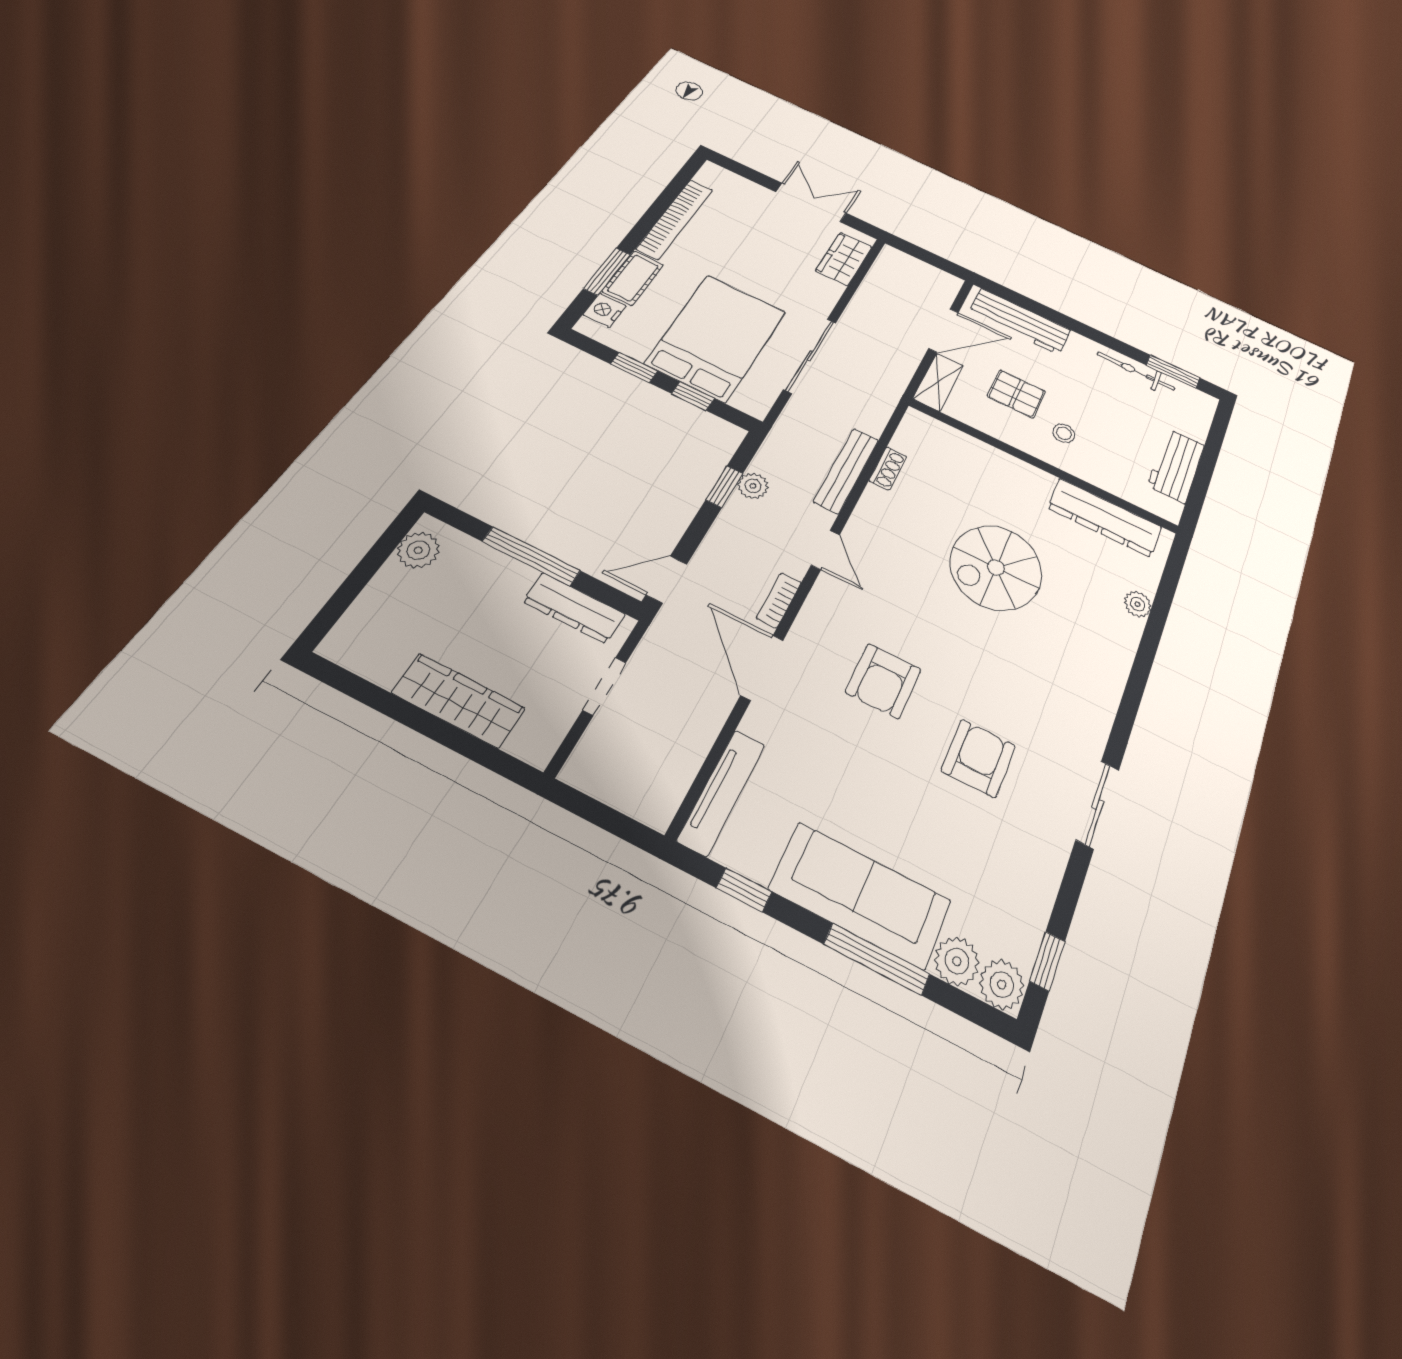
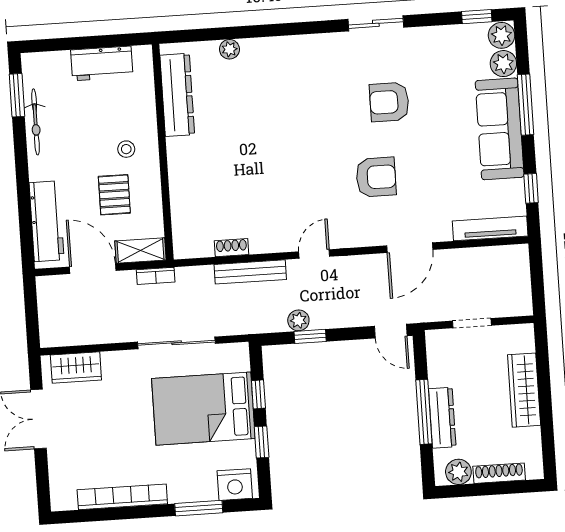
cot: (633, 278) -> (192, 489), removed
nightstand: (605, 310) -> (235, 485), width x1.36, depth x1.33
spiral stairs: (996, 568) -> (260, 147), removed
shoe rack: (372, 598) -> (499, 473), added
bookcase: (779, 600) -> (156, 276), moved
dresser: (574, 608) -> (442, 418), moved

